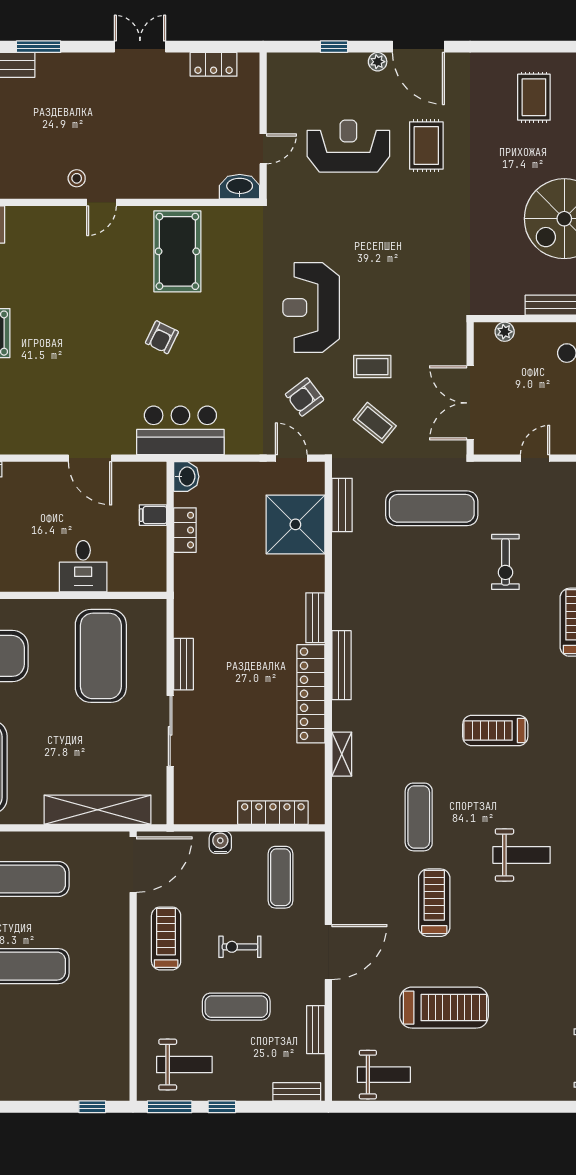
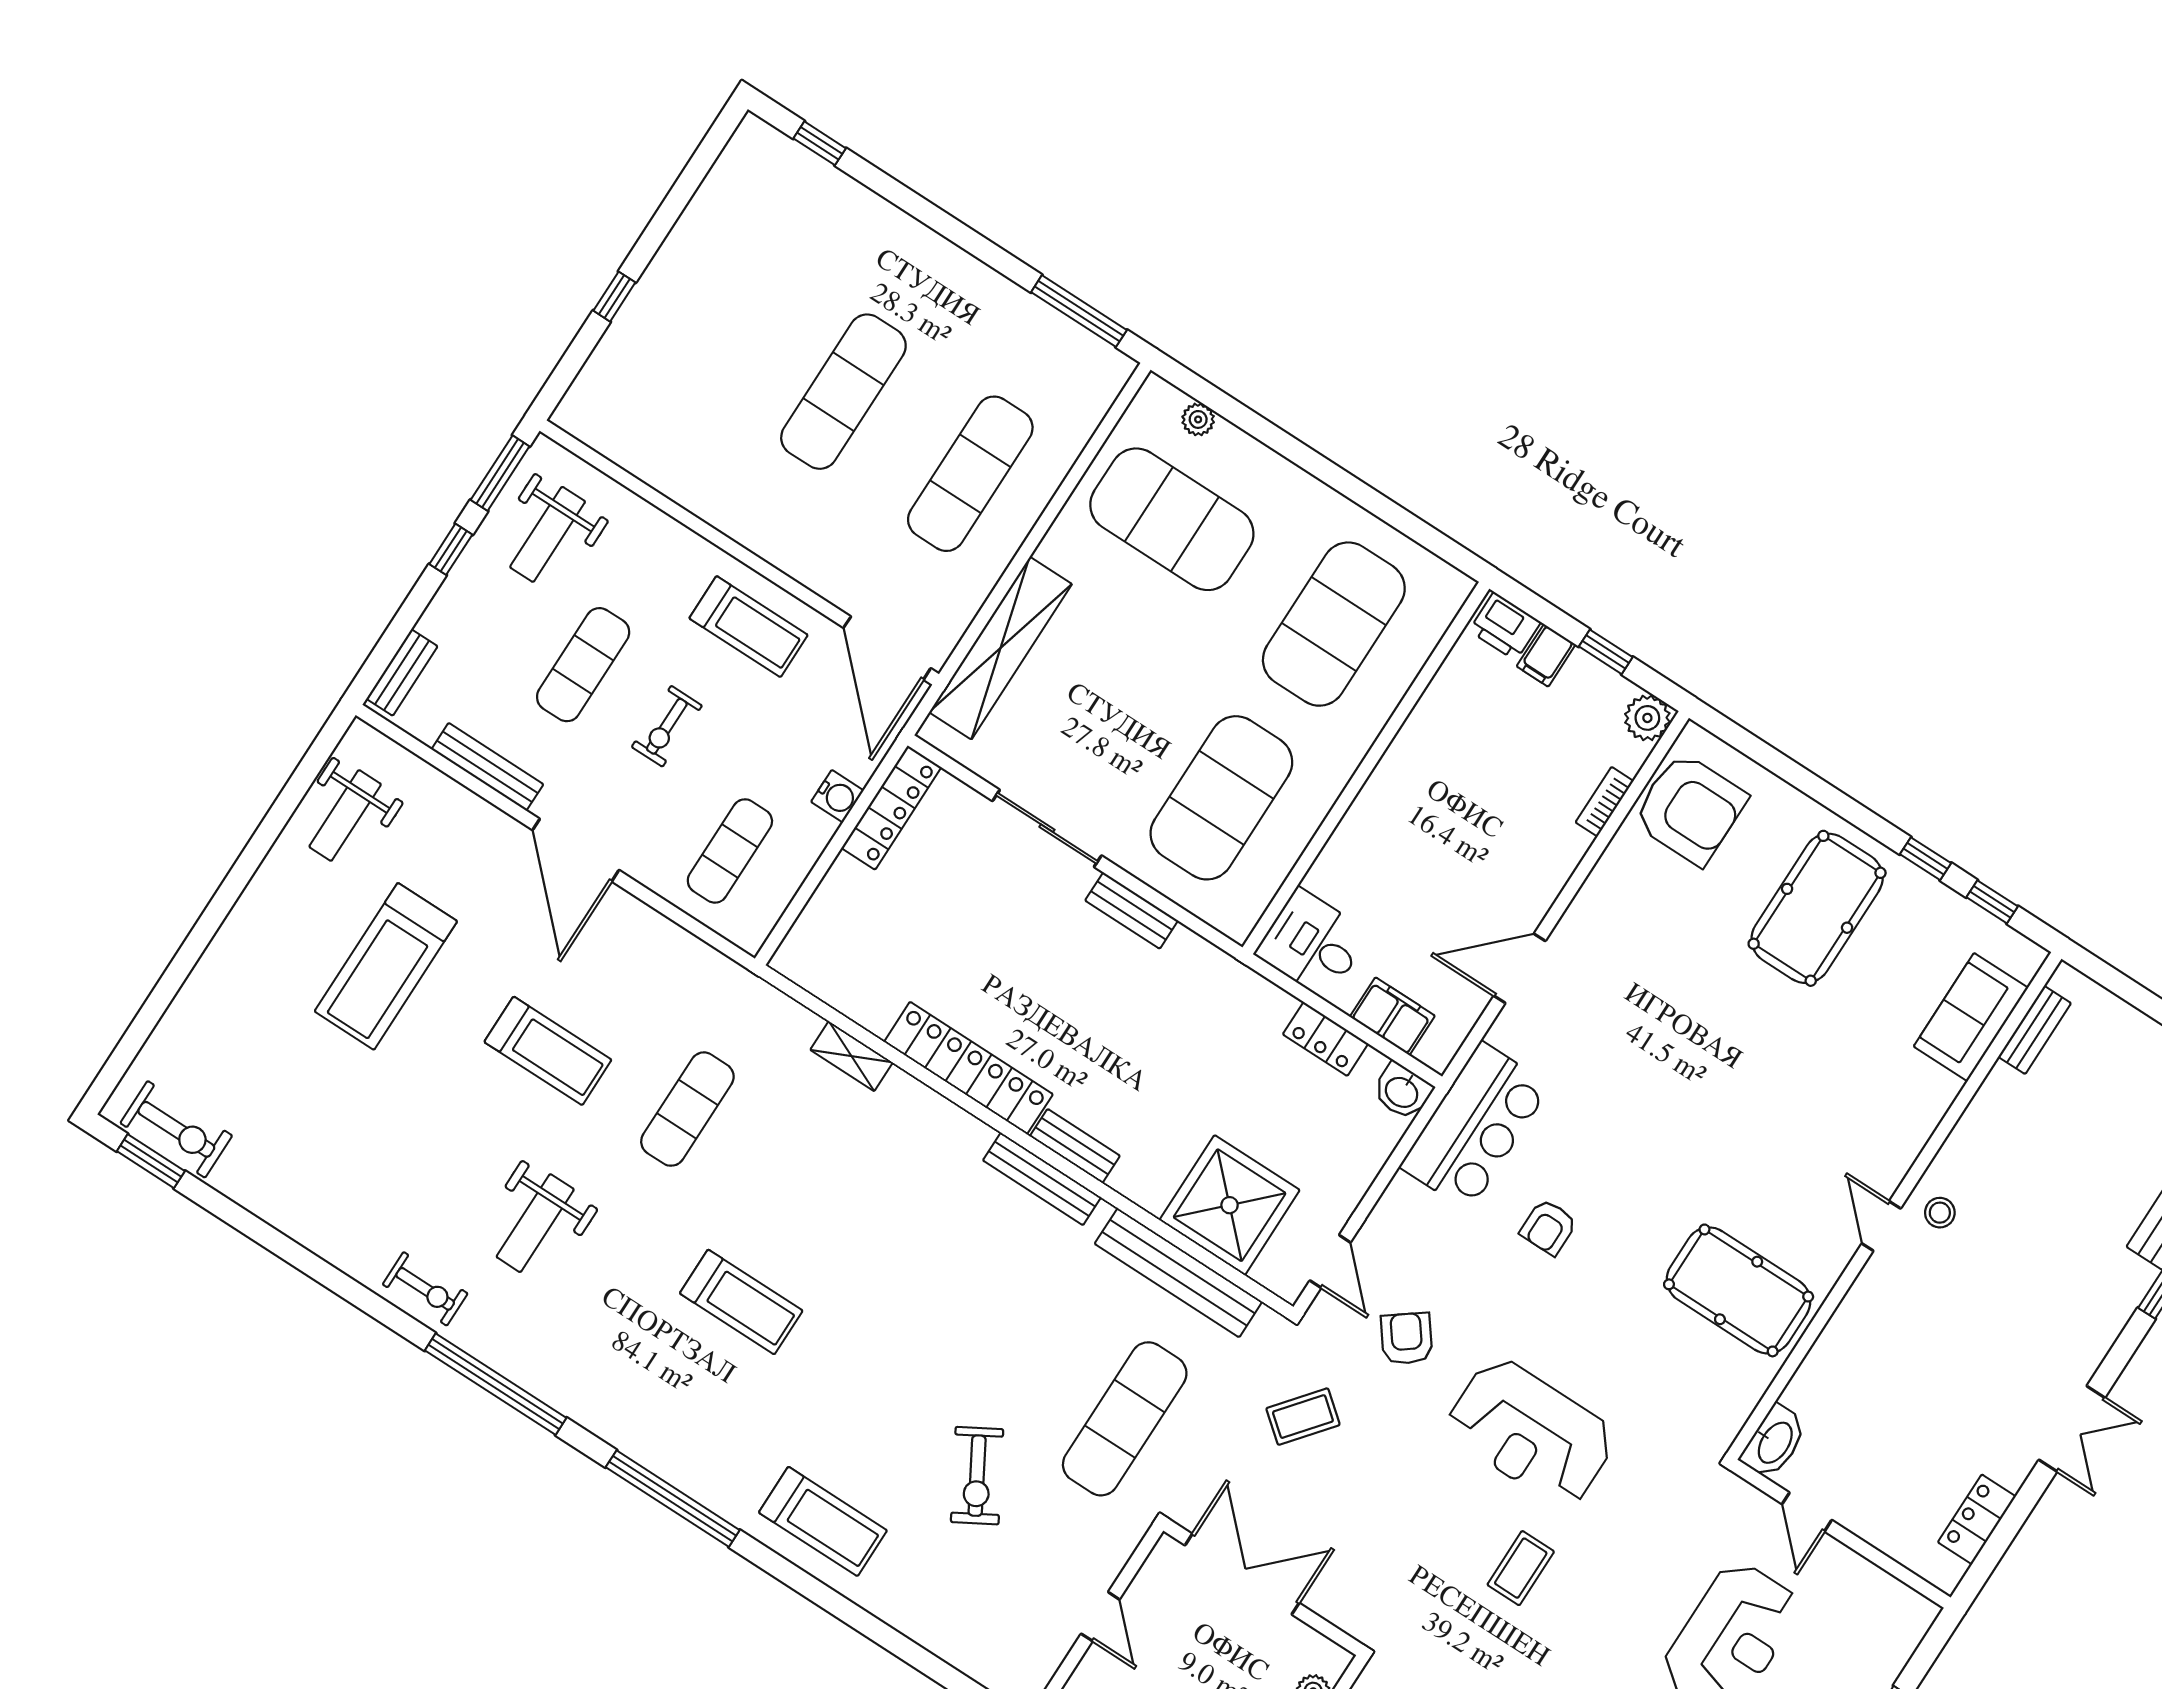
reception desk: (311, 307) -> (1531, 1432), turned 180
armchair: (162, 337) -> (1548, 1227), moved, turned -116
coffee table: (372, 367) -> (1521, 1568), moved
door: (291, 458) -> (1330, 1261), hinge flipped
bench: (342, 505) -> (1178, 1273), width x1.86, depth x1.21
filing cabinet: (153, 515) -> (1392, 1016), width x2.00
exercise bike: (505, 562) -> (977, 1476), turned -120
desk: (83, 566) -> (1312, 944), moved
exercise mat: (101, 656) -> (1221, 798), turned 90
bench: (341, 665) -> (1042, 1179), moved
treadmill: (495, 730) -> (741, 1302), turned 90
locker: (273, 813) -> (891, 808), moved
exercise mat: (419, 817) -> (687, 1109), turned 90
exercise mat: (280, 877) -> (730, 851), turned 90
exercise bike: (240, 947) -> (667, 726), turned 180
bench: (316, 1030) -> (487, 767), width x1.36
window: (92, 1107) -> (614, 297), moved

